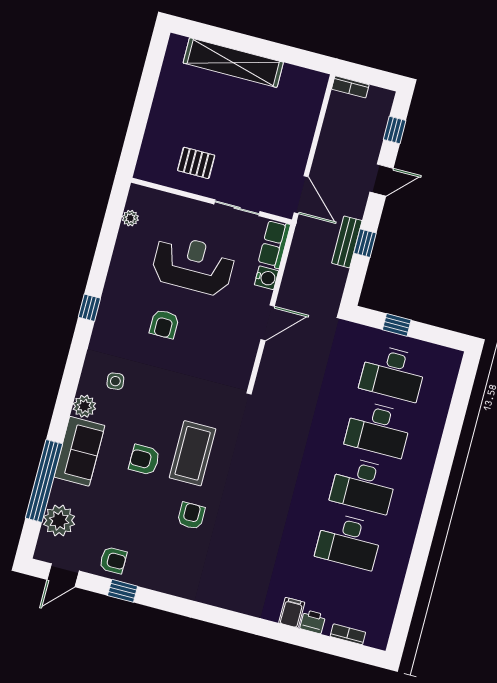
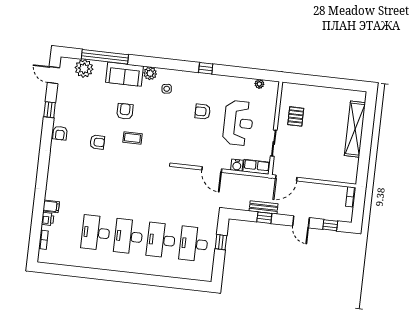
coffee table: (193, 453) -> (132, 138), width x0.54, depth x0.58
armchair: (113, 560) -> (60, 133), moved

